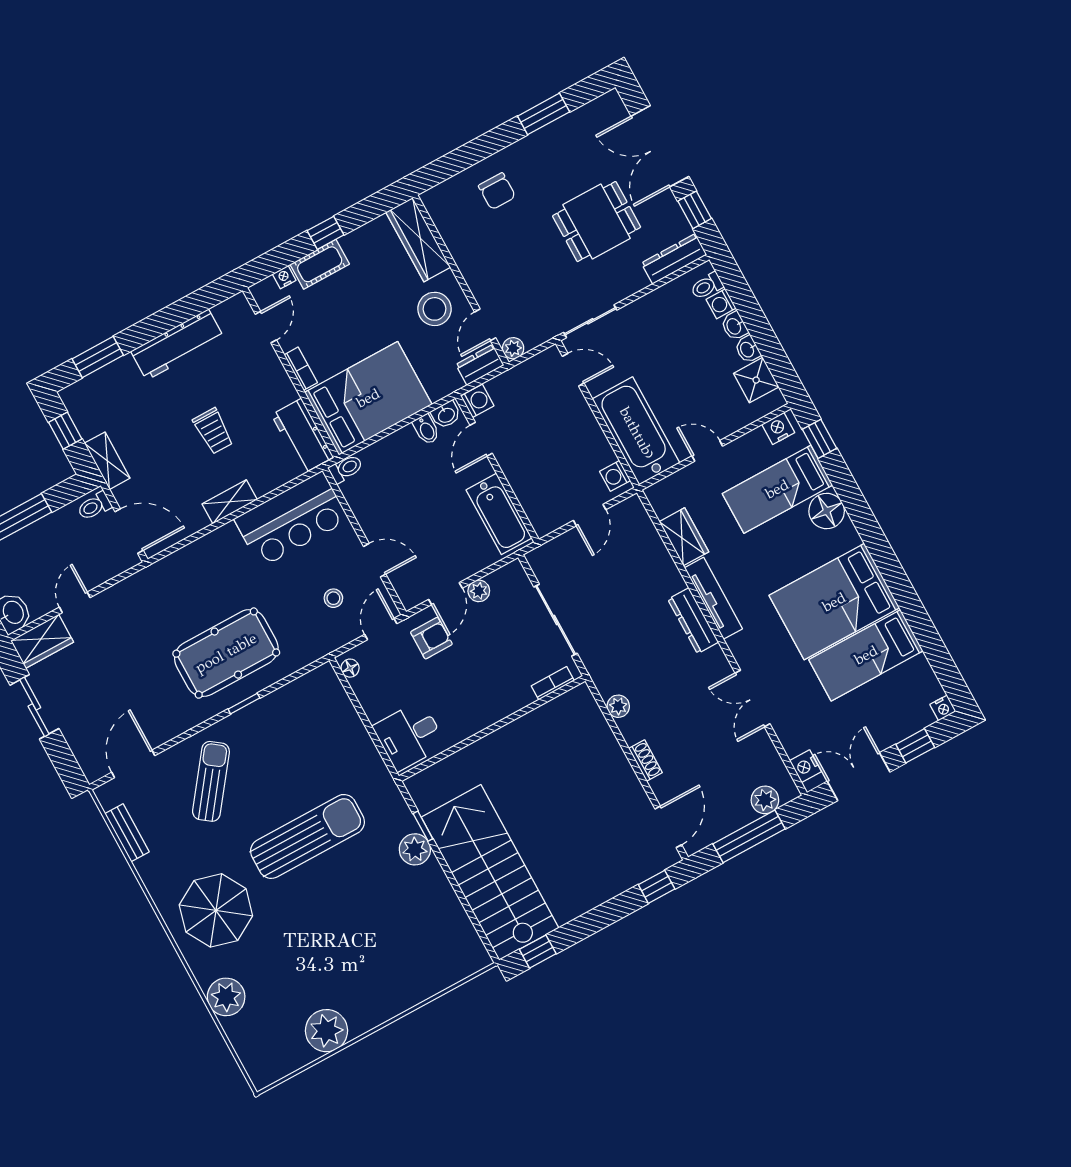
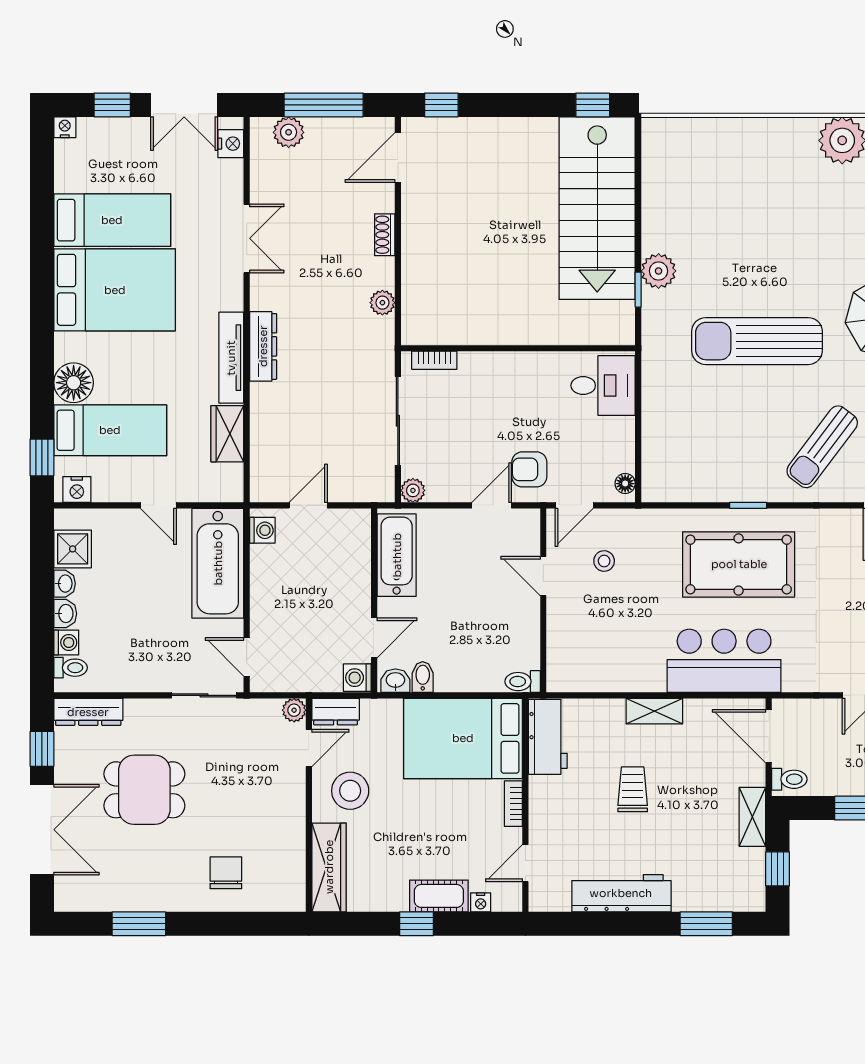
bar counter: (291, 519) -> (724, 661), moved
plant: (479, 591) -> (413, 490), moved

